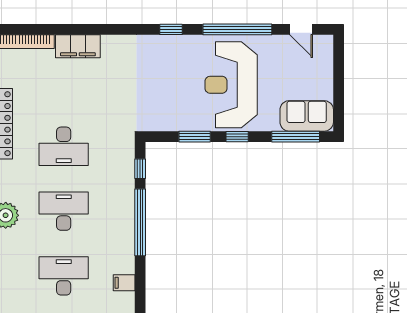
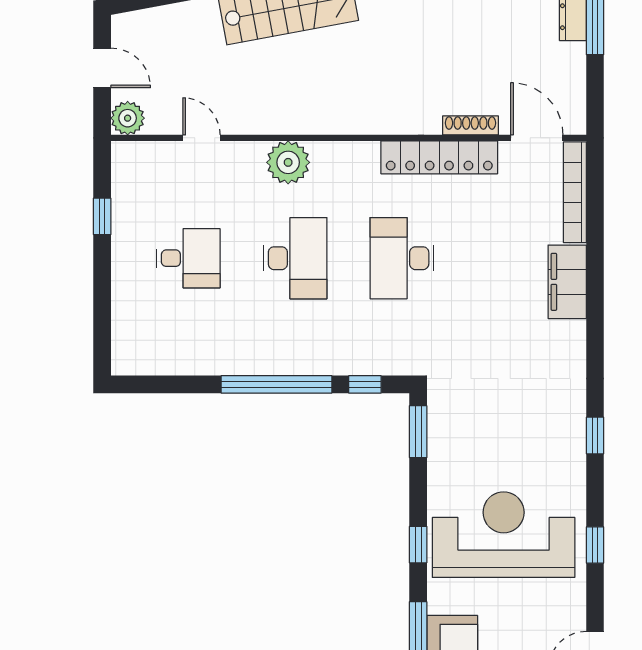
window: (237, 29) -> (595, 545), width x0.32
window: (195, 137) -> (418, 432), moved
desk: (64, 276) -> (188, 258), width x0.73
filing cabinet: (124, 283) -> (177, 358), removed

